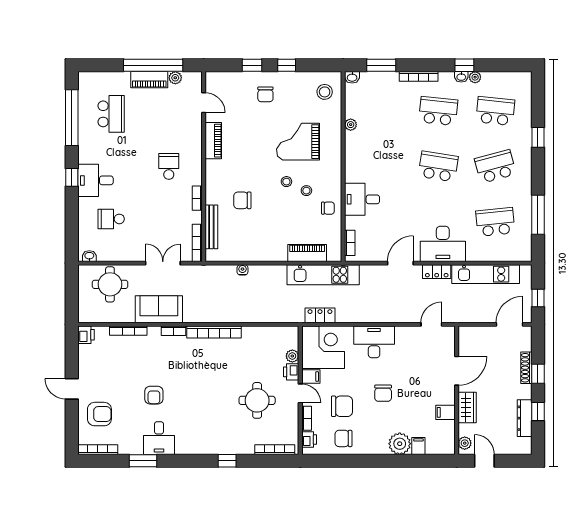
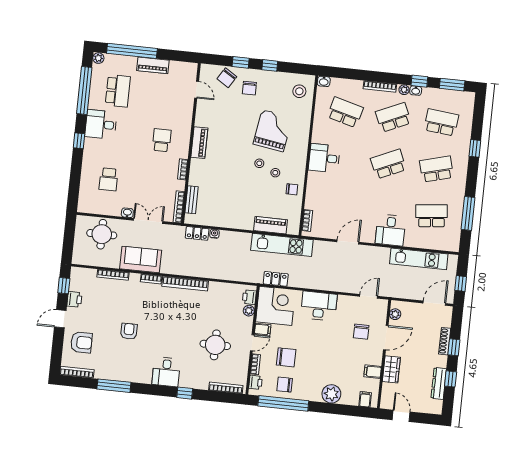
window: (153, 65) -> (132, 51), moved
window: (381, 65) -> (452, 85), moved
plant: (475, 77) -> (404, 90), moved
plant: (175, 78) -> (98, 58), moved
school desk: (381, 111) -> (345, 112), added
school desk: (438, 111) -> (393, 117), turned -30
plant: (351, 125) -> (318, 121), removed
piano: (213, 141) -> (199, 143), moved
grand piano: (298, 142) -> (273, 131), turned 99
school desk: (438, 166) -> (388, 164), turned -33
desk: (95, 180) -> (101, 124), moved
desk: (362, 199) -> (324, 158), moved
chair: (242, 200) -> (227, 78), moved, turned -58
school desk: (111, 219) -> (109, 179), turned -90
bench: (211, 227) -> (192, 200), width x0.73
desk: (443, 244) -> (390, 230), width x0.73
washbasin: (89, 256) -> (127, 213), moved
locker: (437, 272) -> (197, 233), moved
printer: (86, 335) -> (74, 299), moved
window: (72, 349) -> (64, 286), added
printer: (291, 372) -> (249, 297), moved
door: (72, 389) -> (60, 319), hinge flipped
door: (300, 393) -> (252, 343), hinge flipped
chair: (383, 393) -> (361, 332), moved
armchair: (154, 395) -> (129, 331), turned 180
desk: (159, 438) -> (166, 372), moved
plant: (465, 443) -> (395, 314), moved
filing cabinet: (418, 446) -> (365, 399), moved
window: (143, 461) -> (114, 386), width x1.44
window: (344, 461) -> (283, 403), added

